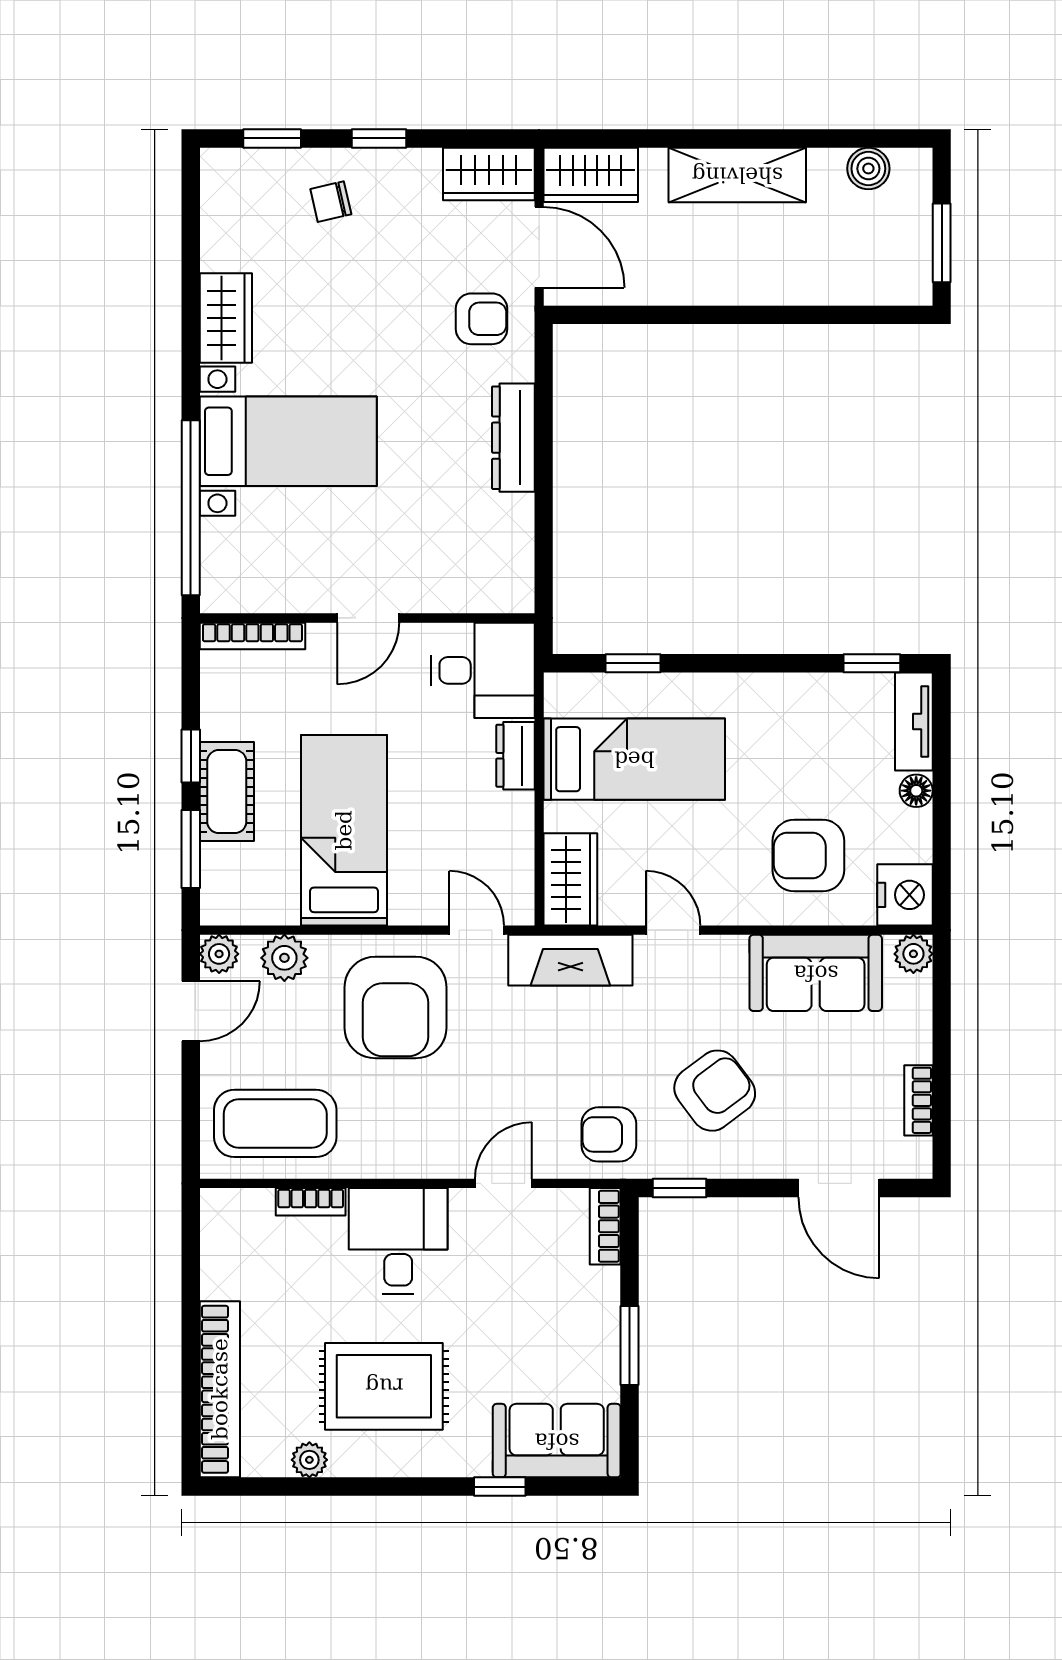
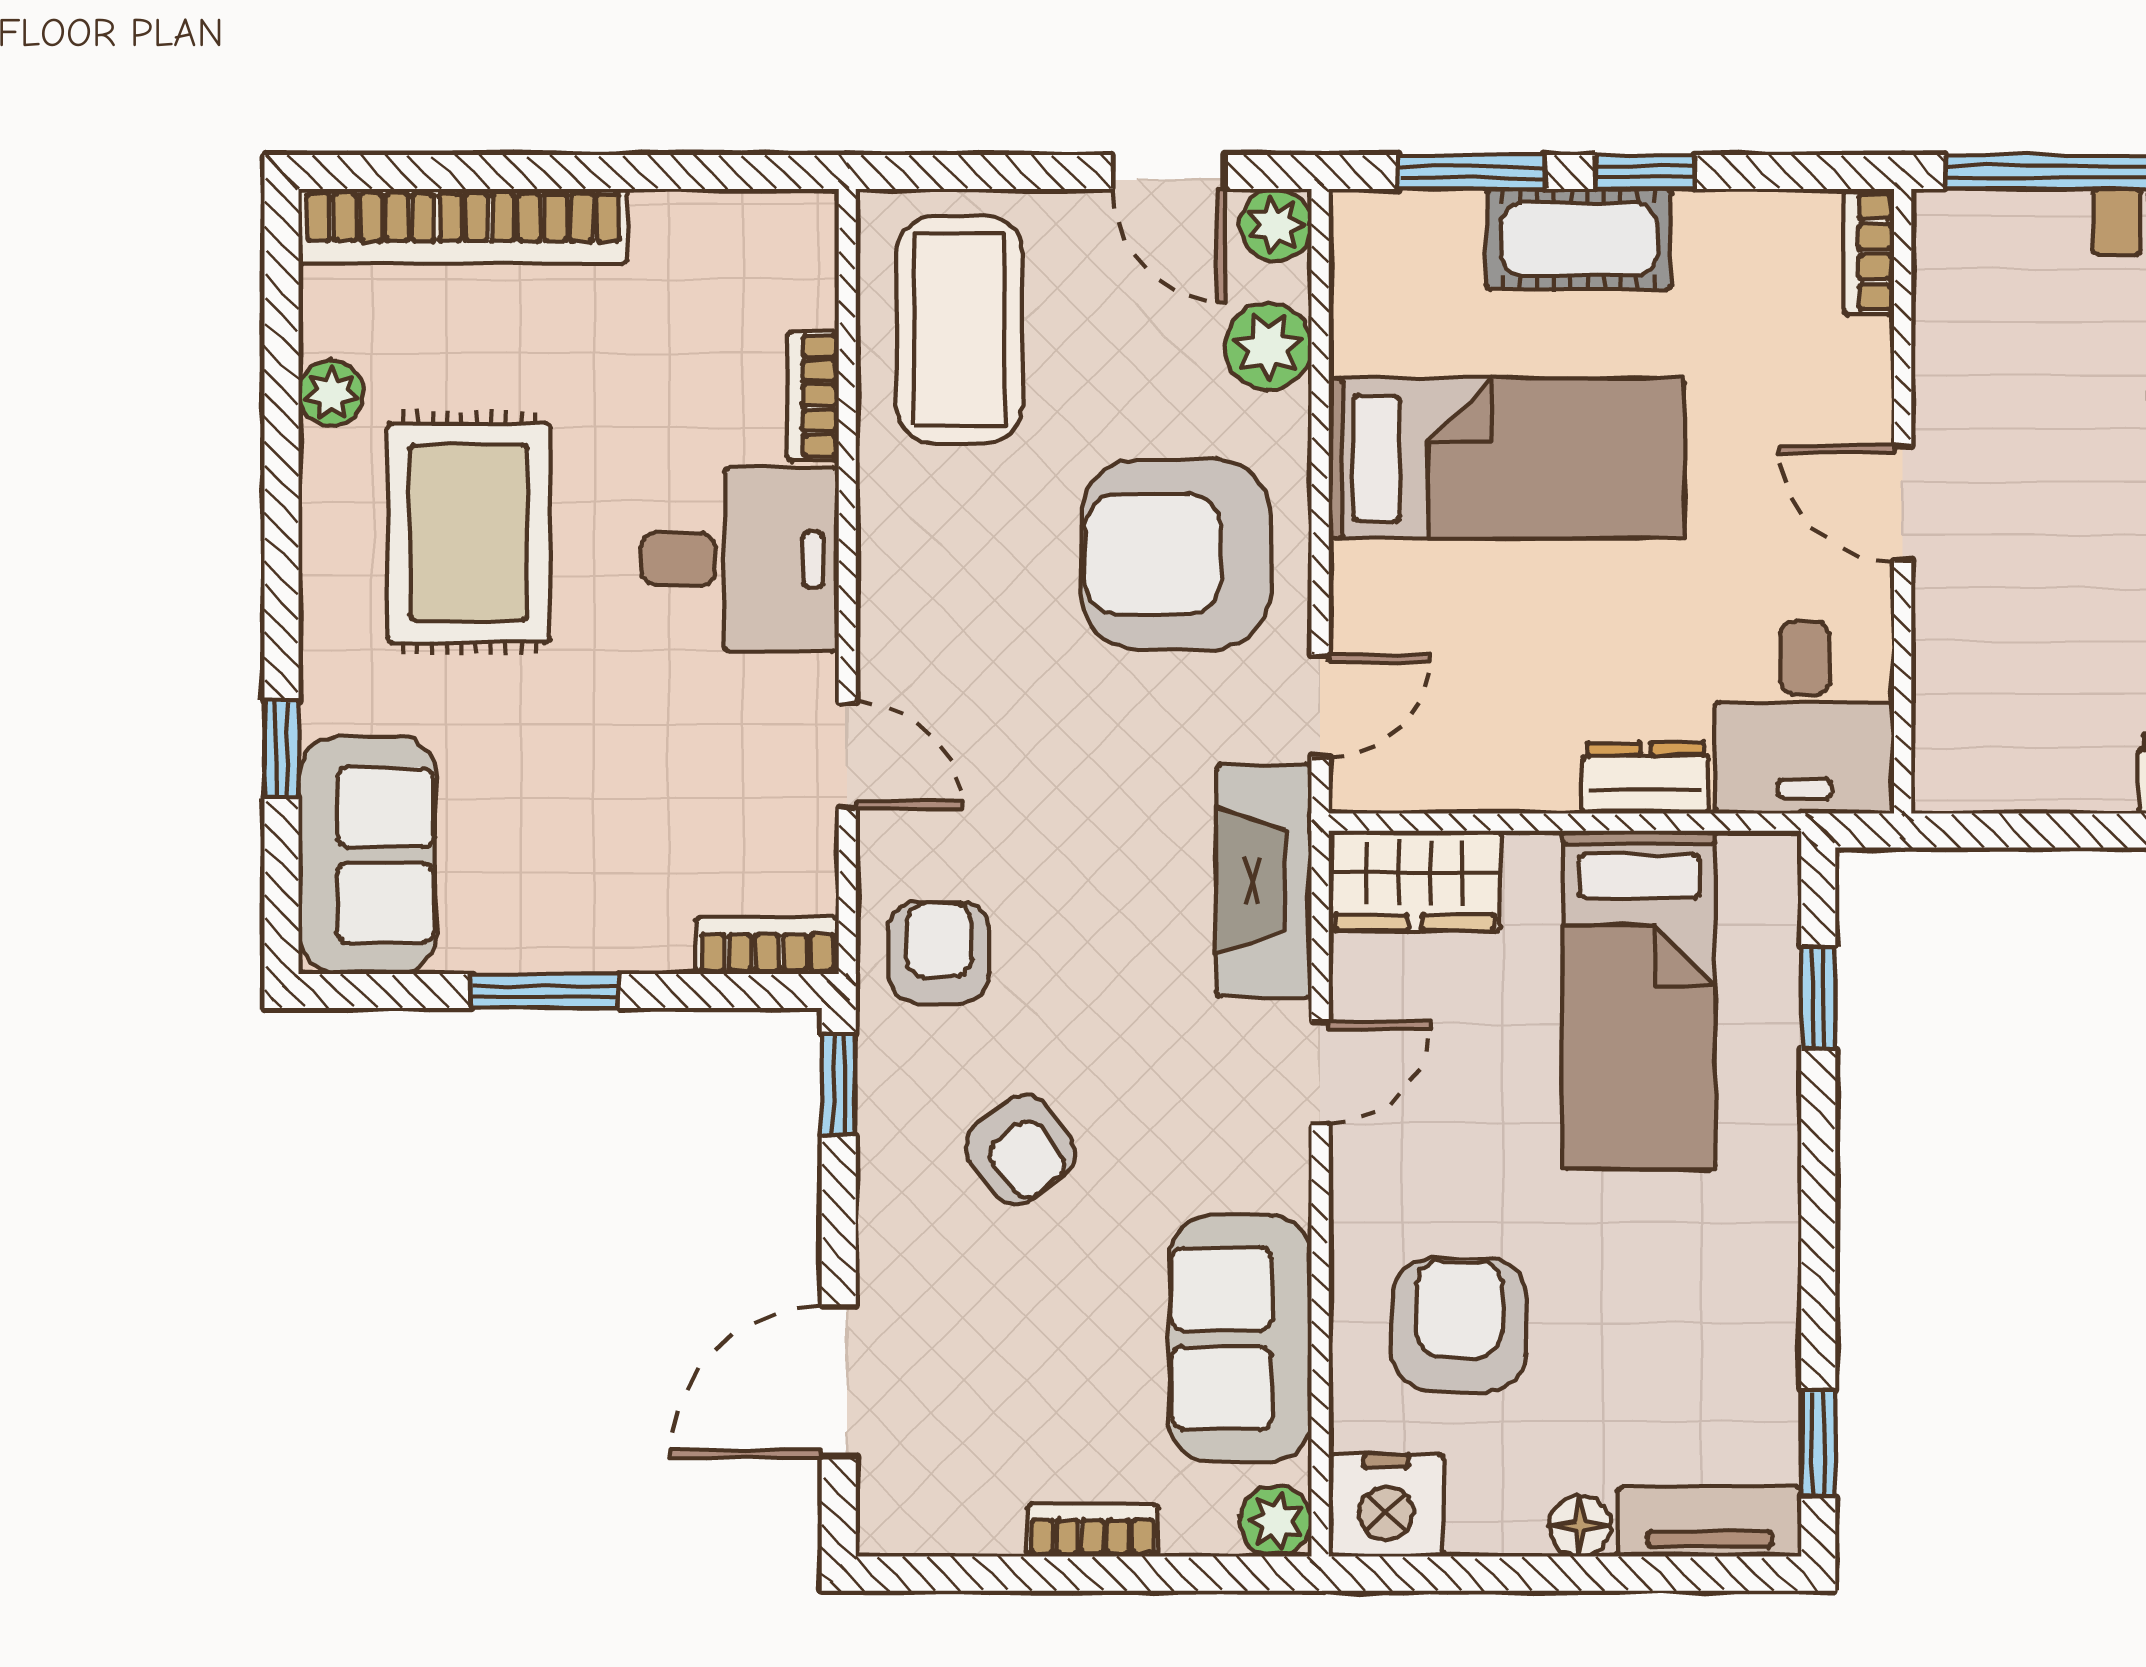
bookcase: (252, 636) -> (1869, 252), width x0.64
armchair: (715, 1091) -> (1021, 1150), width x0.72, depth x0.72
bookcase: (919, 1100) -> (1093, 1530), moved

